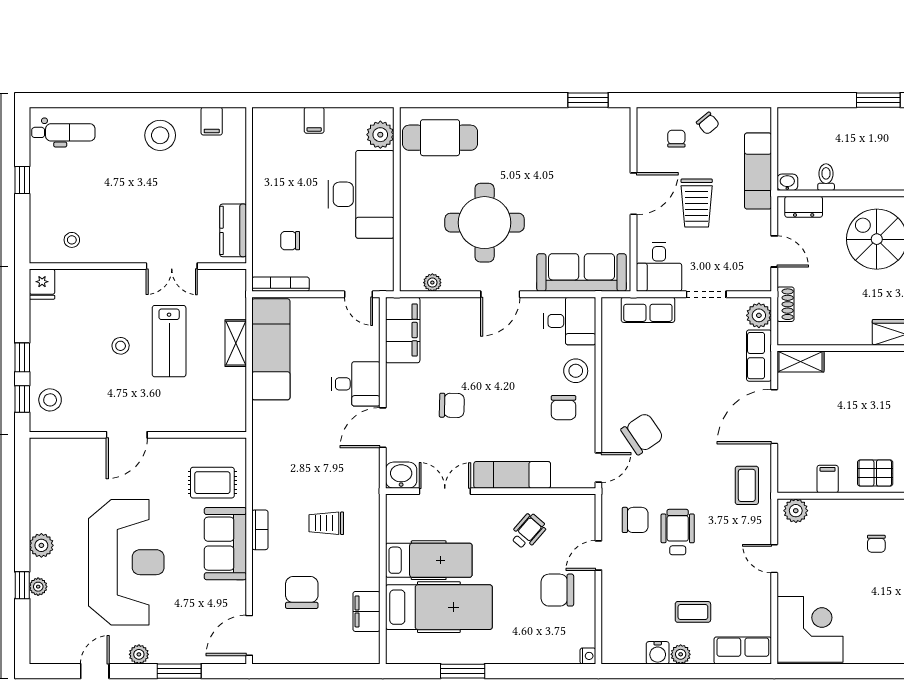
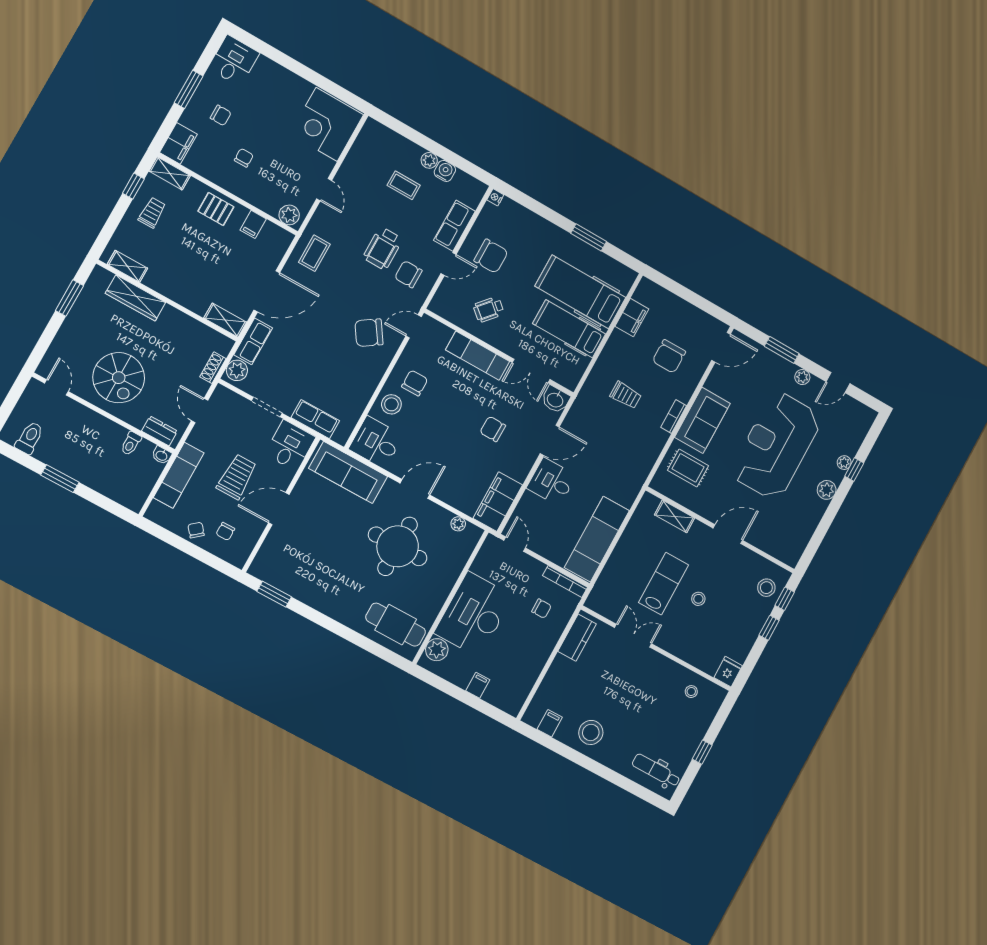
shelving: (236, 343) -> (675, 516), moved, turned 90
row of seats: (743, 650) -> (454, 226), moved, turned 90

